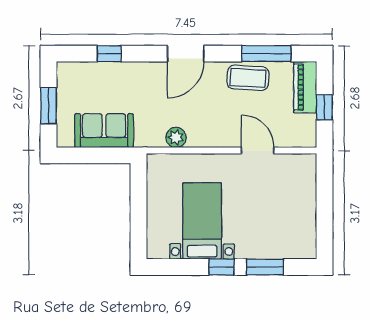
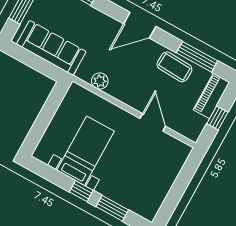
sofa: (104, 131) -> (51, 48), width x1.36

